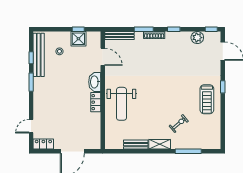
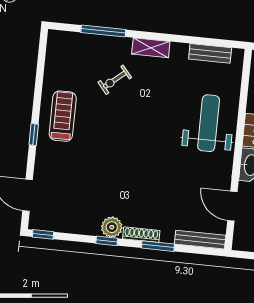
plant: (197, 38) -> (112, 227), moved
bench: (136, 145) -> (210, 53), moved

